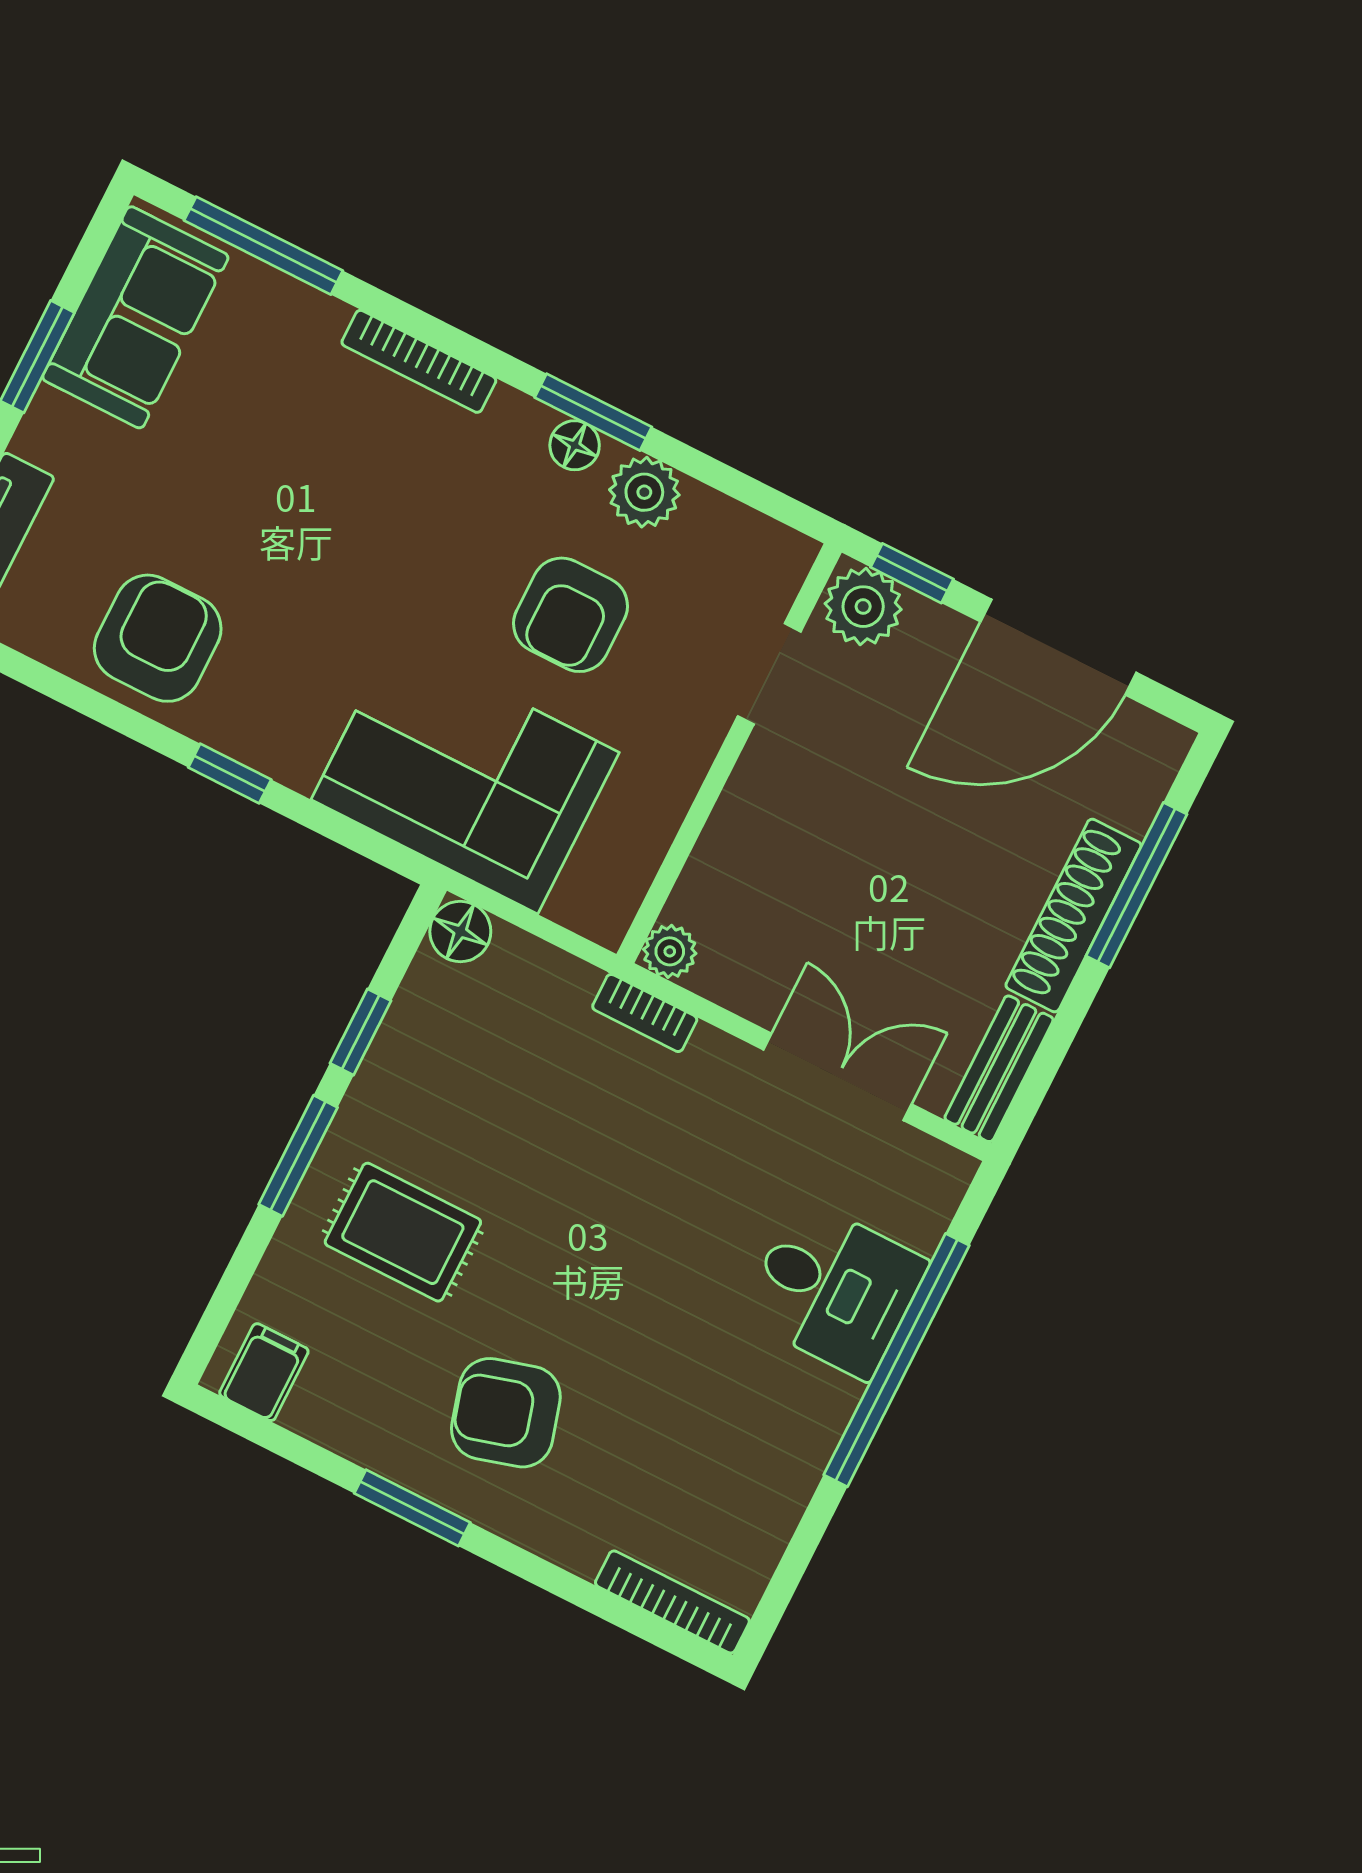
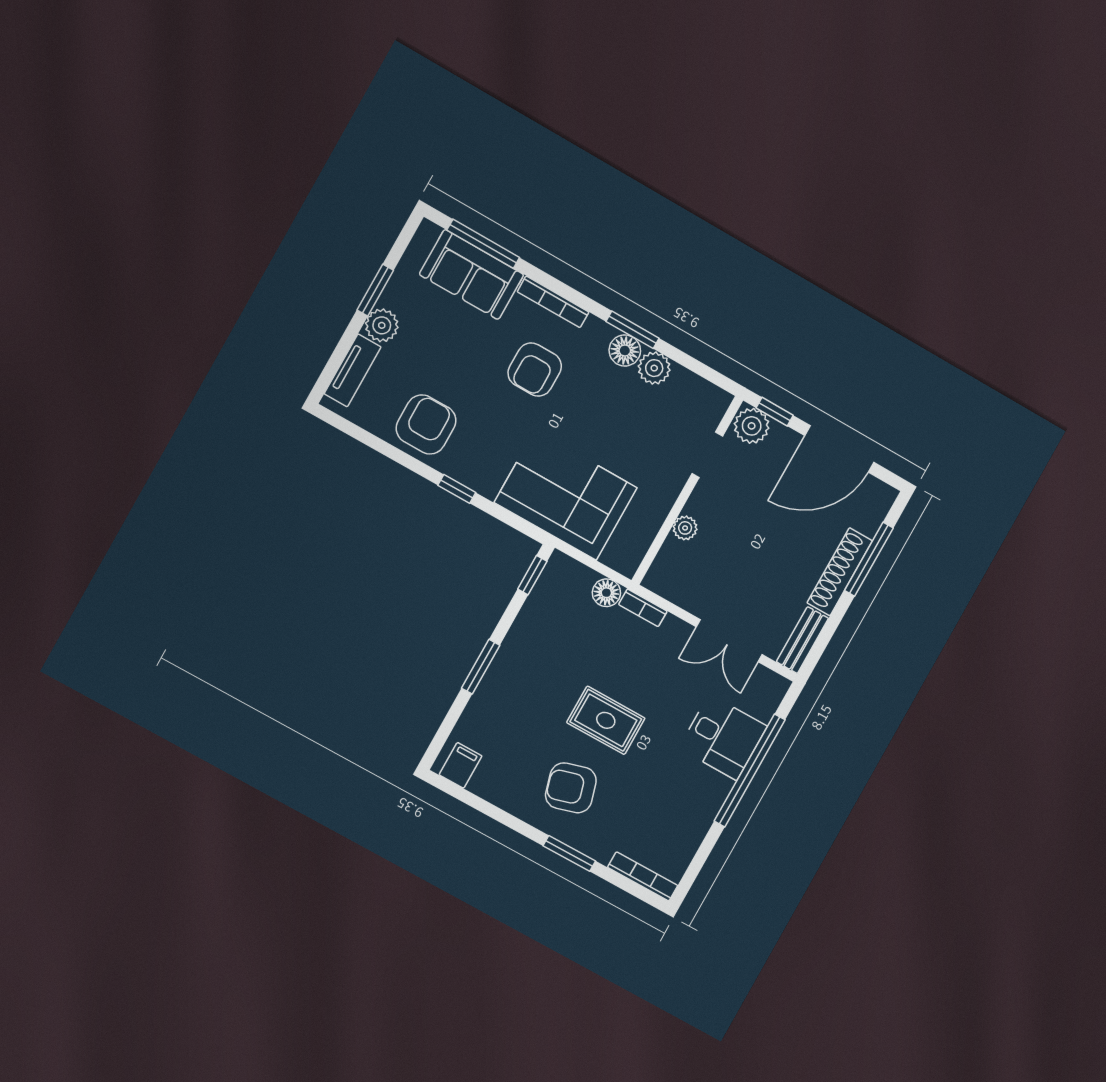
sofa: (135, 317) -> (471, 275), moved, turned 90
plant: (54, 431) -> (382, 325), added
floor lamp: (575, 445) -> (625, 350), width x1.37, depth x1.37
armchair: (571, 615) -> (535, 370), moved
floor lamp: (460, 931) -> (606, 593), moved
plant: (670, 951) -> (685, 528), moved
window: (361, 1032) -> (532, 575), moved
double door: (838, 1077) -> (729, 641), swing flipped
rug: (403, 1232) -> (606, 720), moved
window: (412, 1508) -> (569, 853), moved

